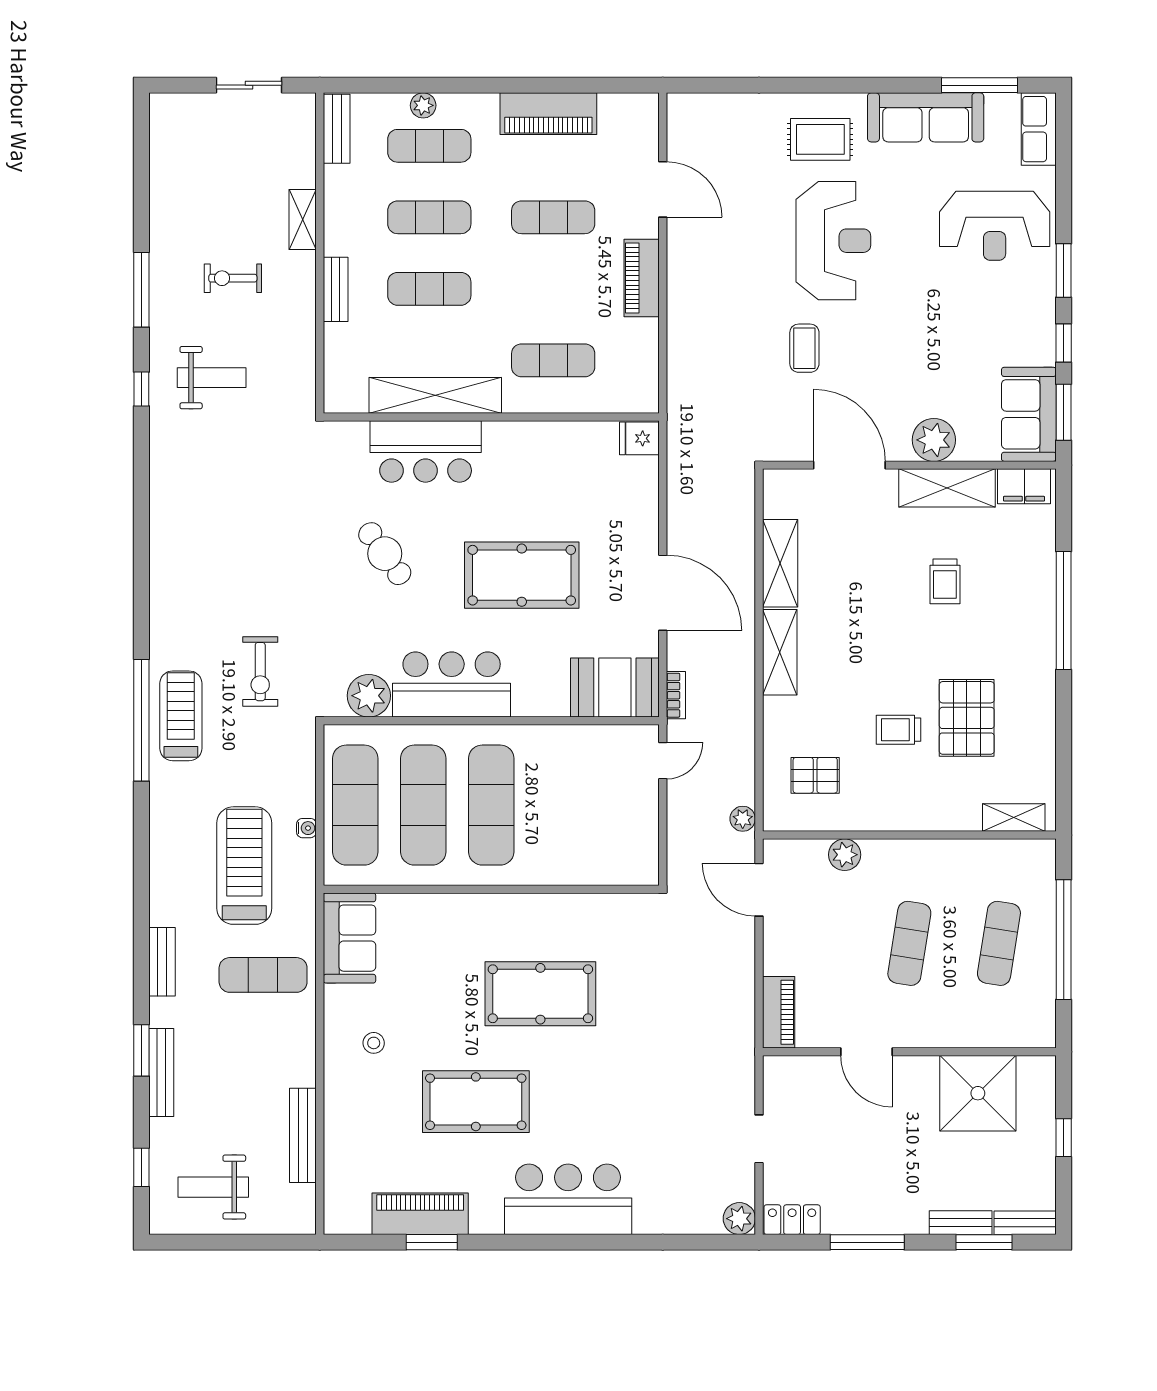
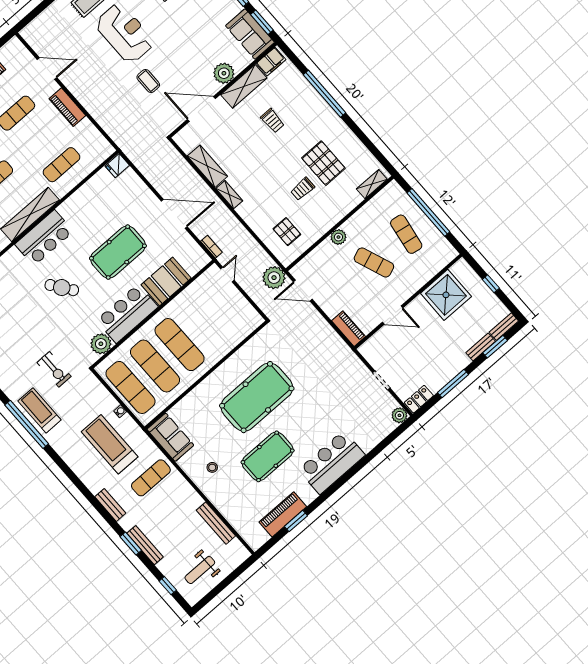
shelving: (780, 652) -> (229, 195), width x0.67, depth x0.75
booth: (615, 688) -> (166, 281), moved
pallet: (815, 775) -> (287, 232), turned 90
plant: (743, 819) -> (274, 278), width x1.87, depth x1.87
plant: (845, 855) -> (338, 237), moved
exercise mat: (909, 943) -> (374, 262), turned -30
pool table: (540, 994) -> (257, 397), width x1.36, depth x1.32

